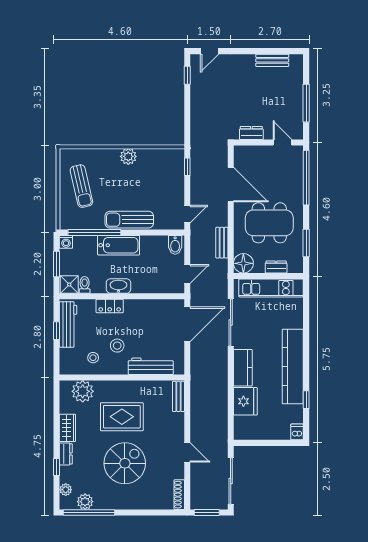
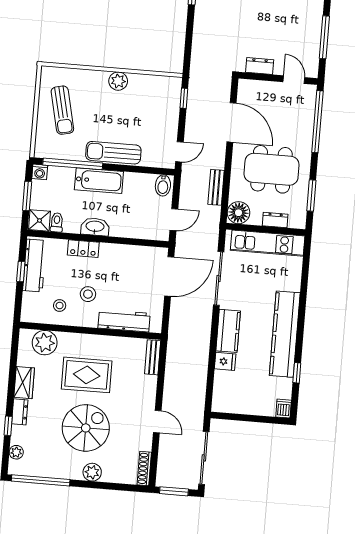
fridge: (245, 401) -> (225, 361), width x0.53, depth x0.75
plant: (85, 502) -> (92, 472), moved

